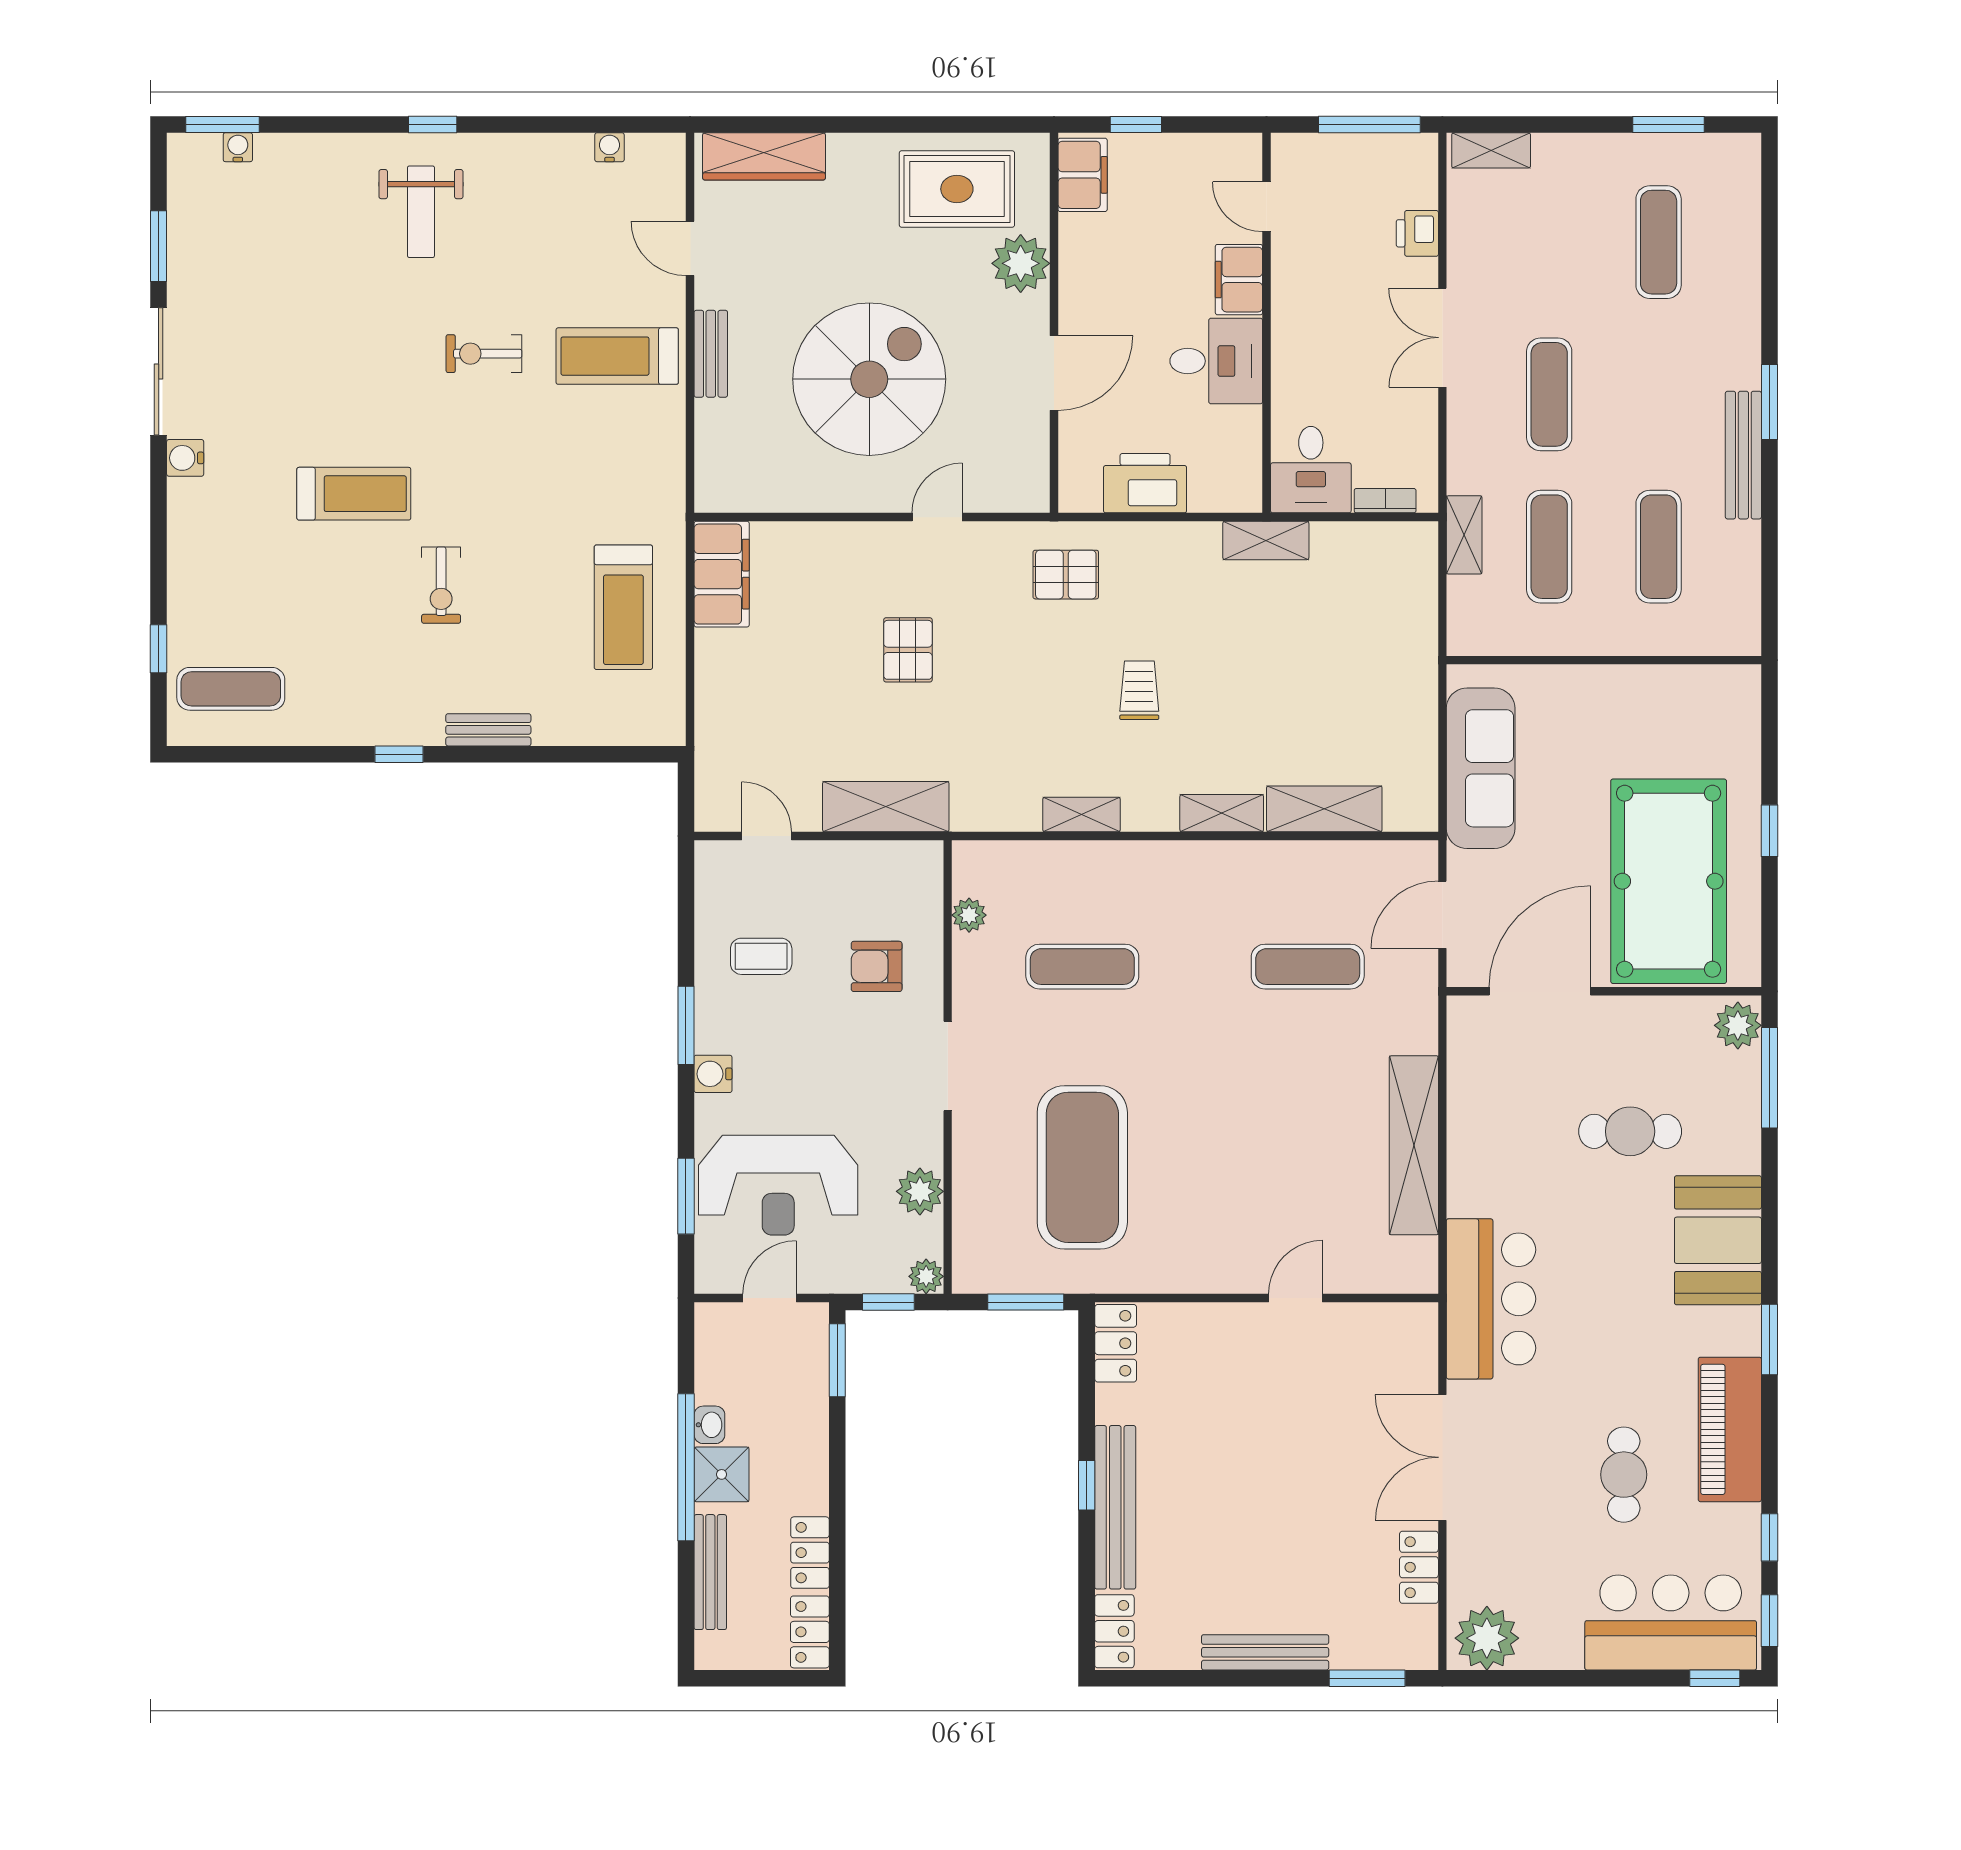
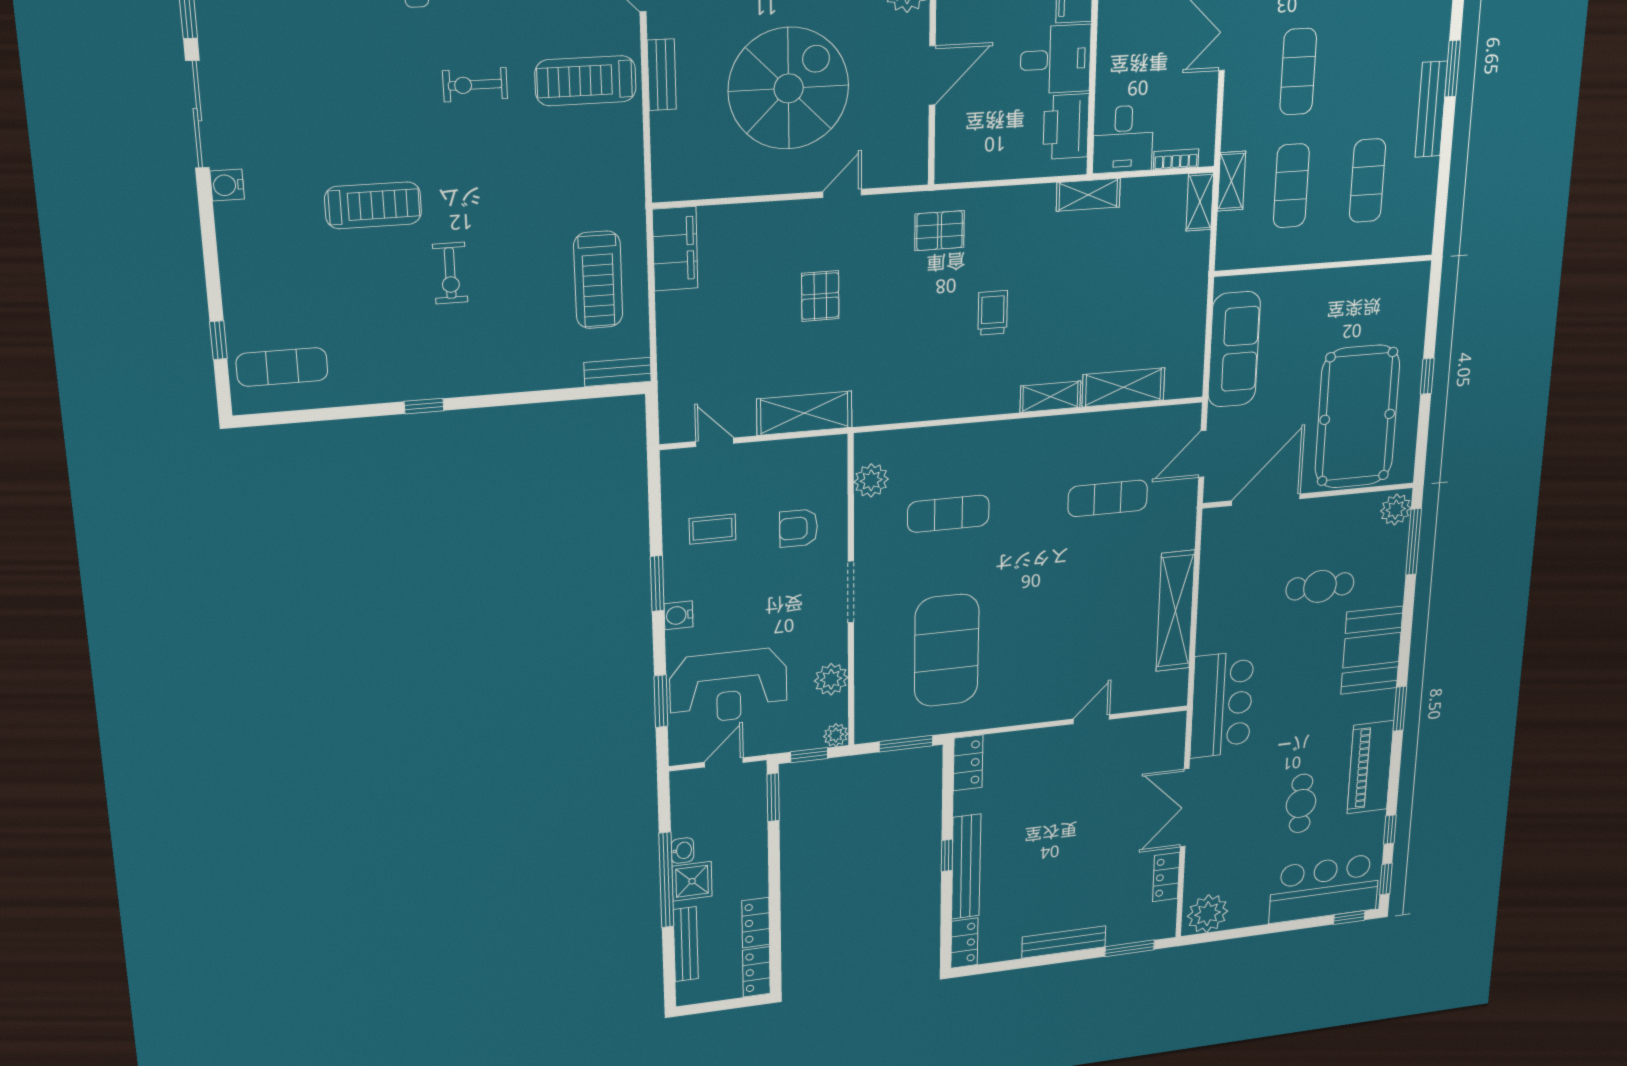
printer: (1145, 483) -> (1066, 127), moved, turned -90
bench: (488, 730) -> (618, 372), moved
shelving: (1082, 814) -> (1200, 202), moved, turned 90
plant: (969, 915) -> (871, 480), width x1.38, depth x1.38

